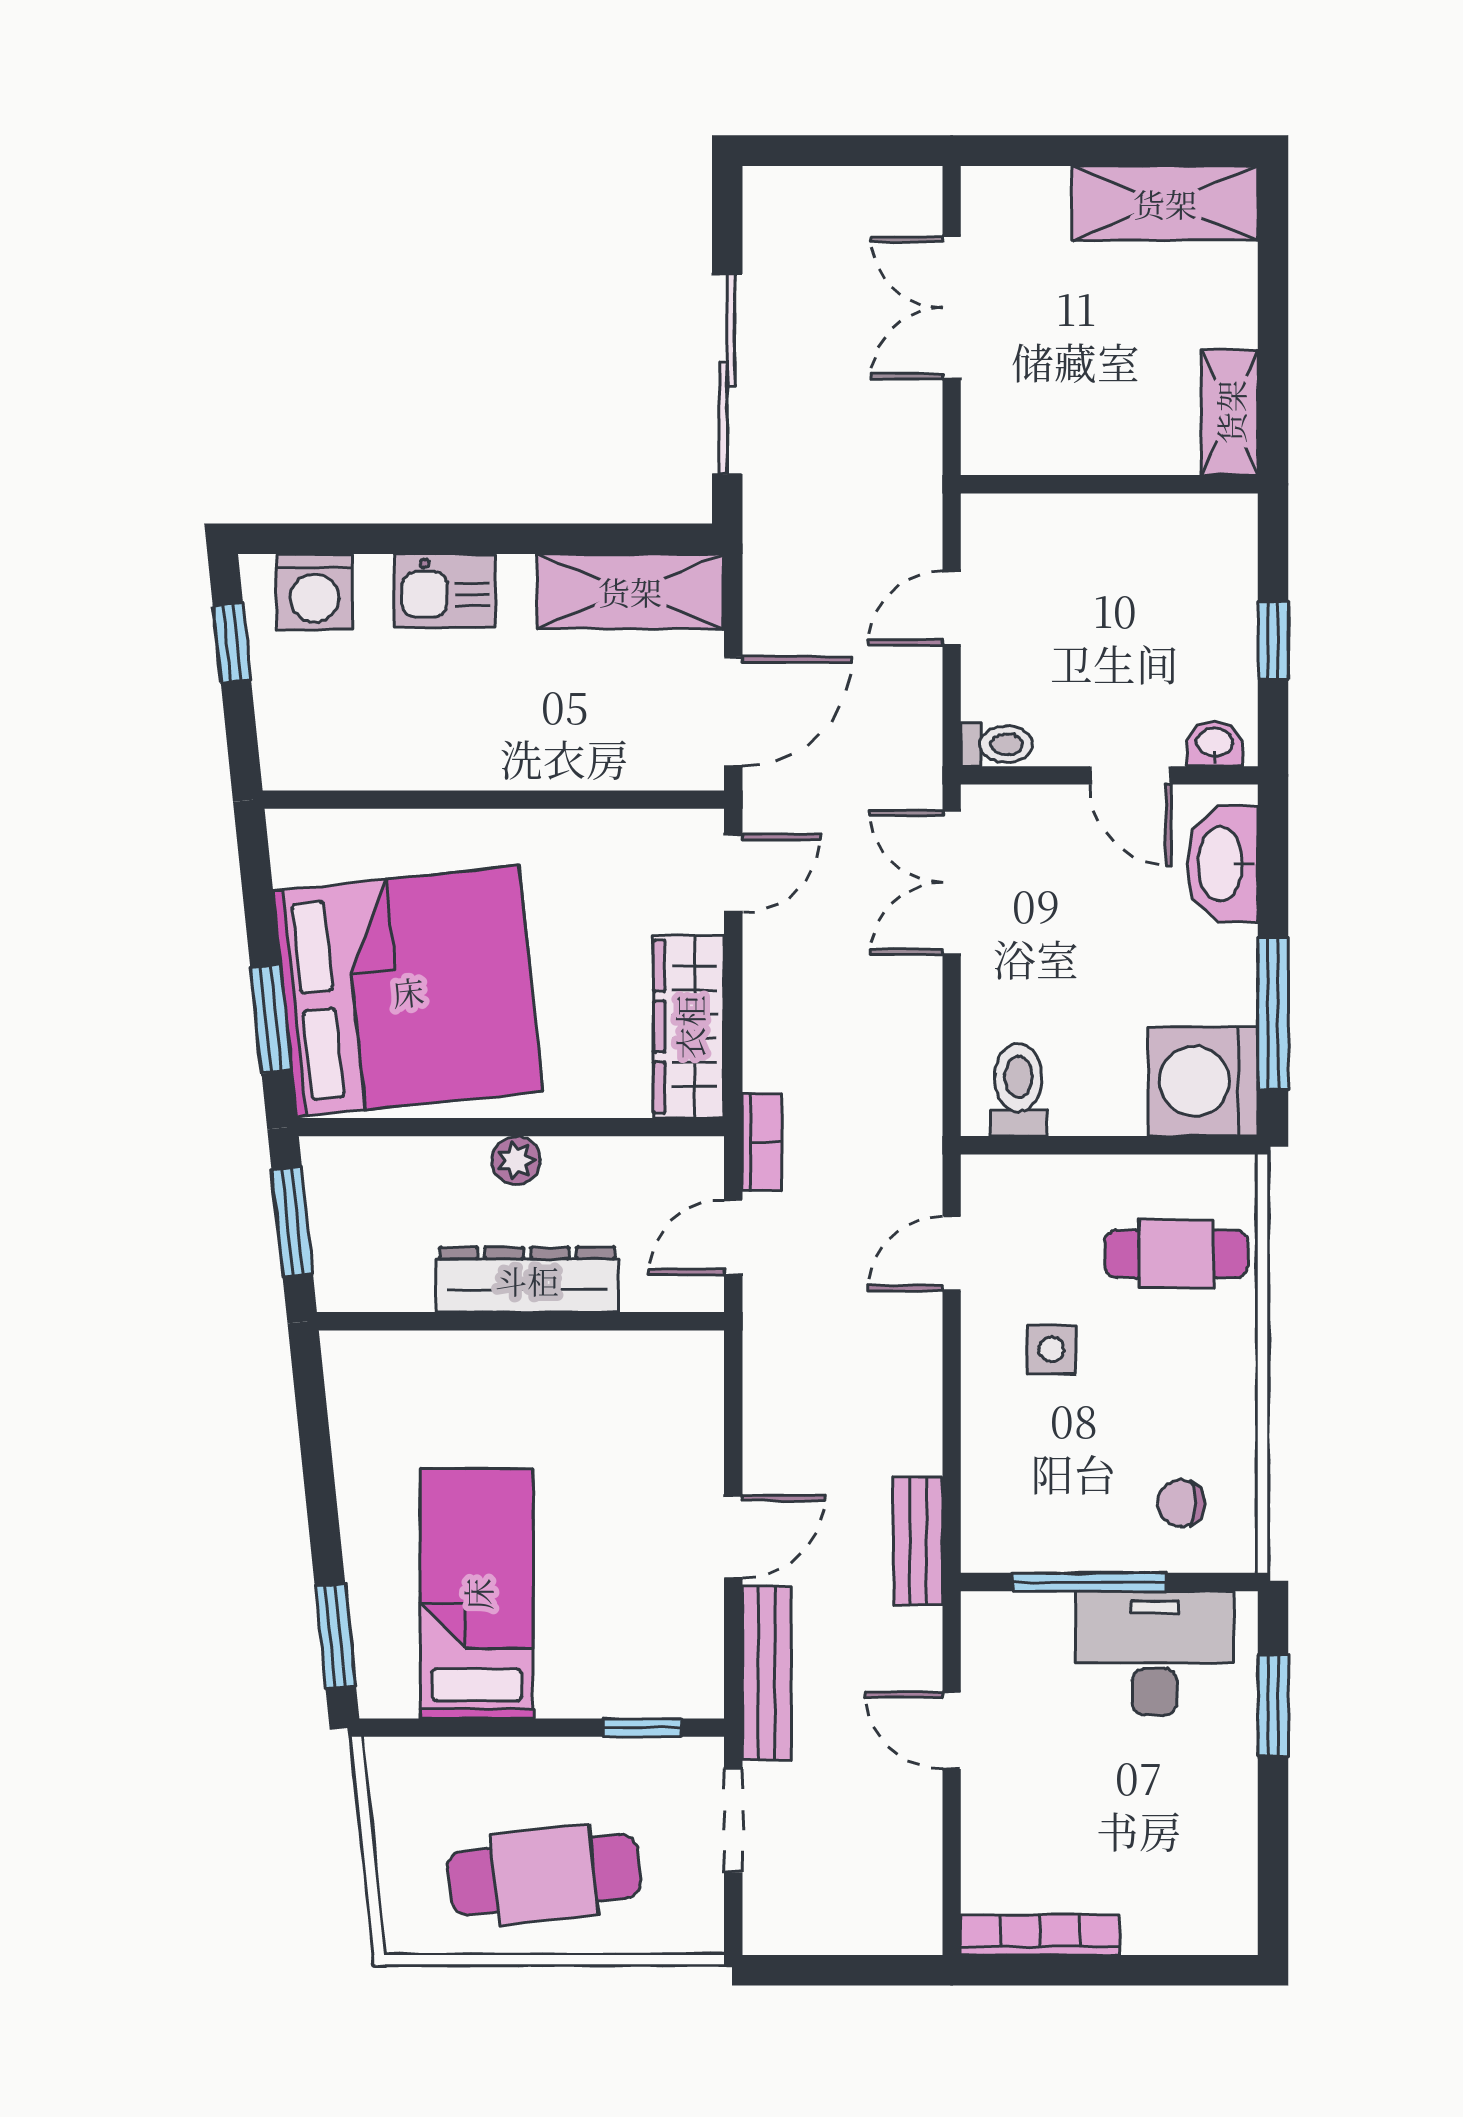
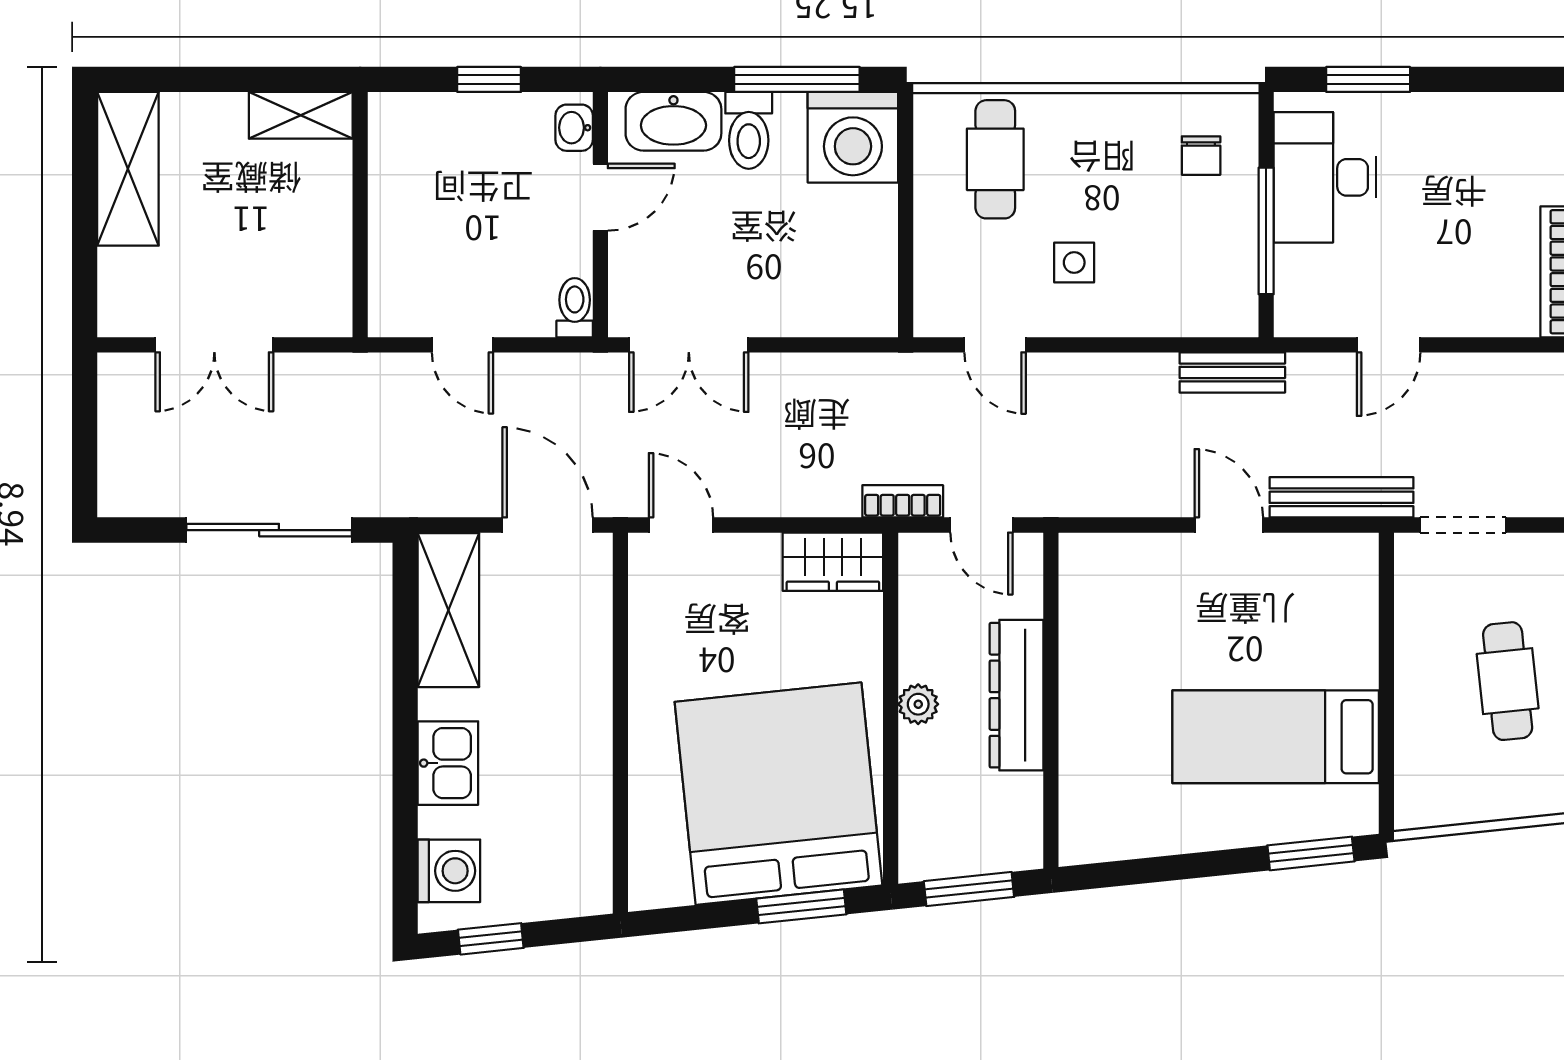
wardrobe: (689, 1027) -> (833, 562), width x0.67
toilet: (1018, 1090) -> (749, 130), moved, turned -90
window: (642, 1728) -> (1386, 600), removed
cafe table: (544, 1875) -> (1508, 681), width x0.73, depth x0.74

